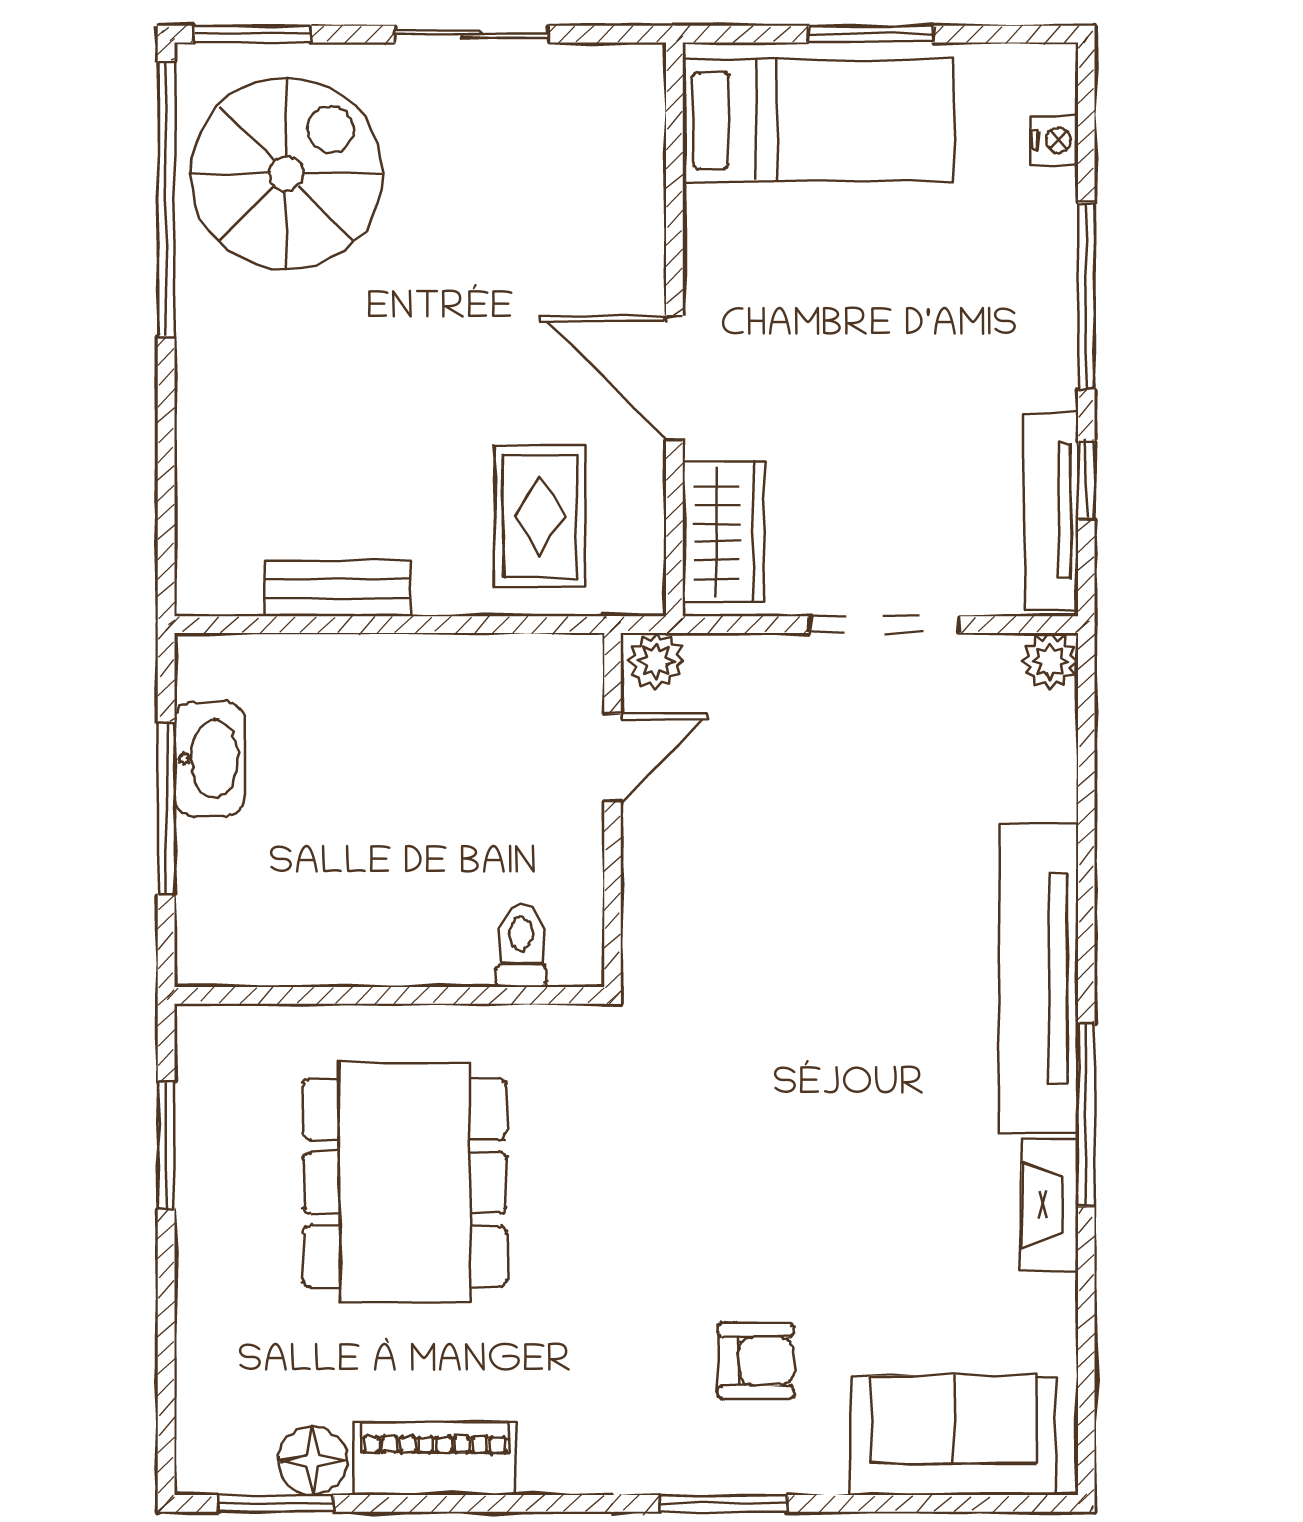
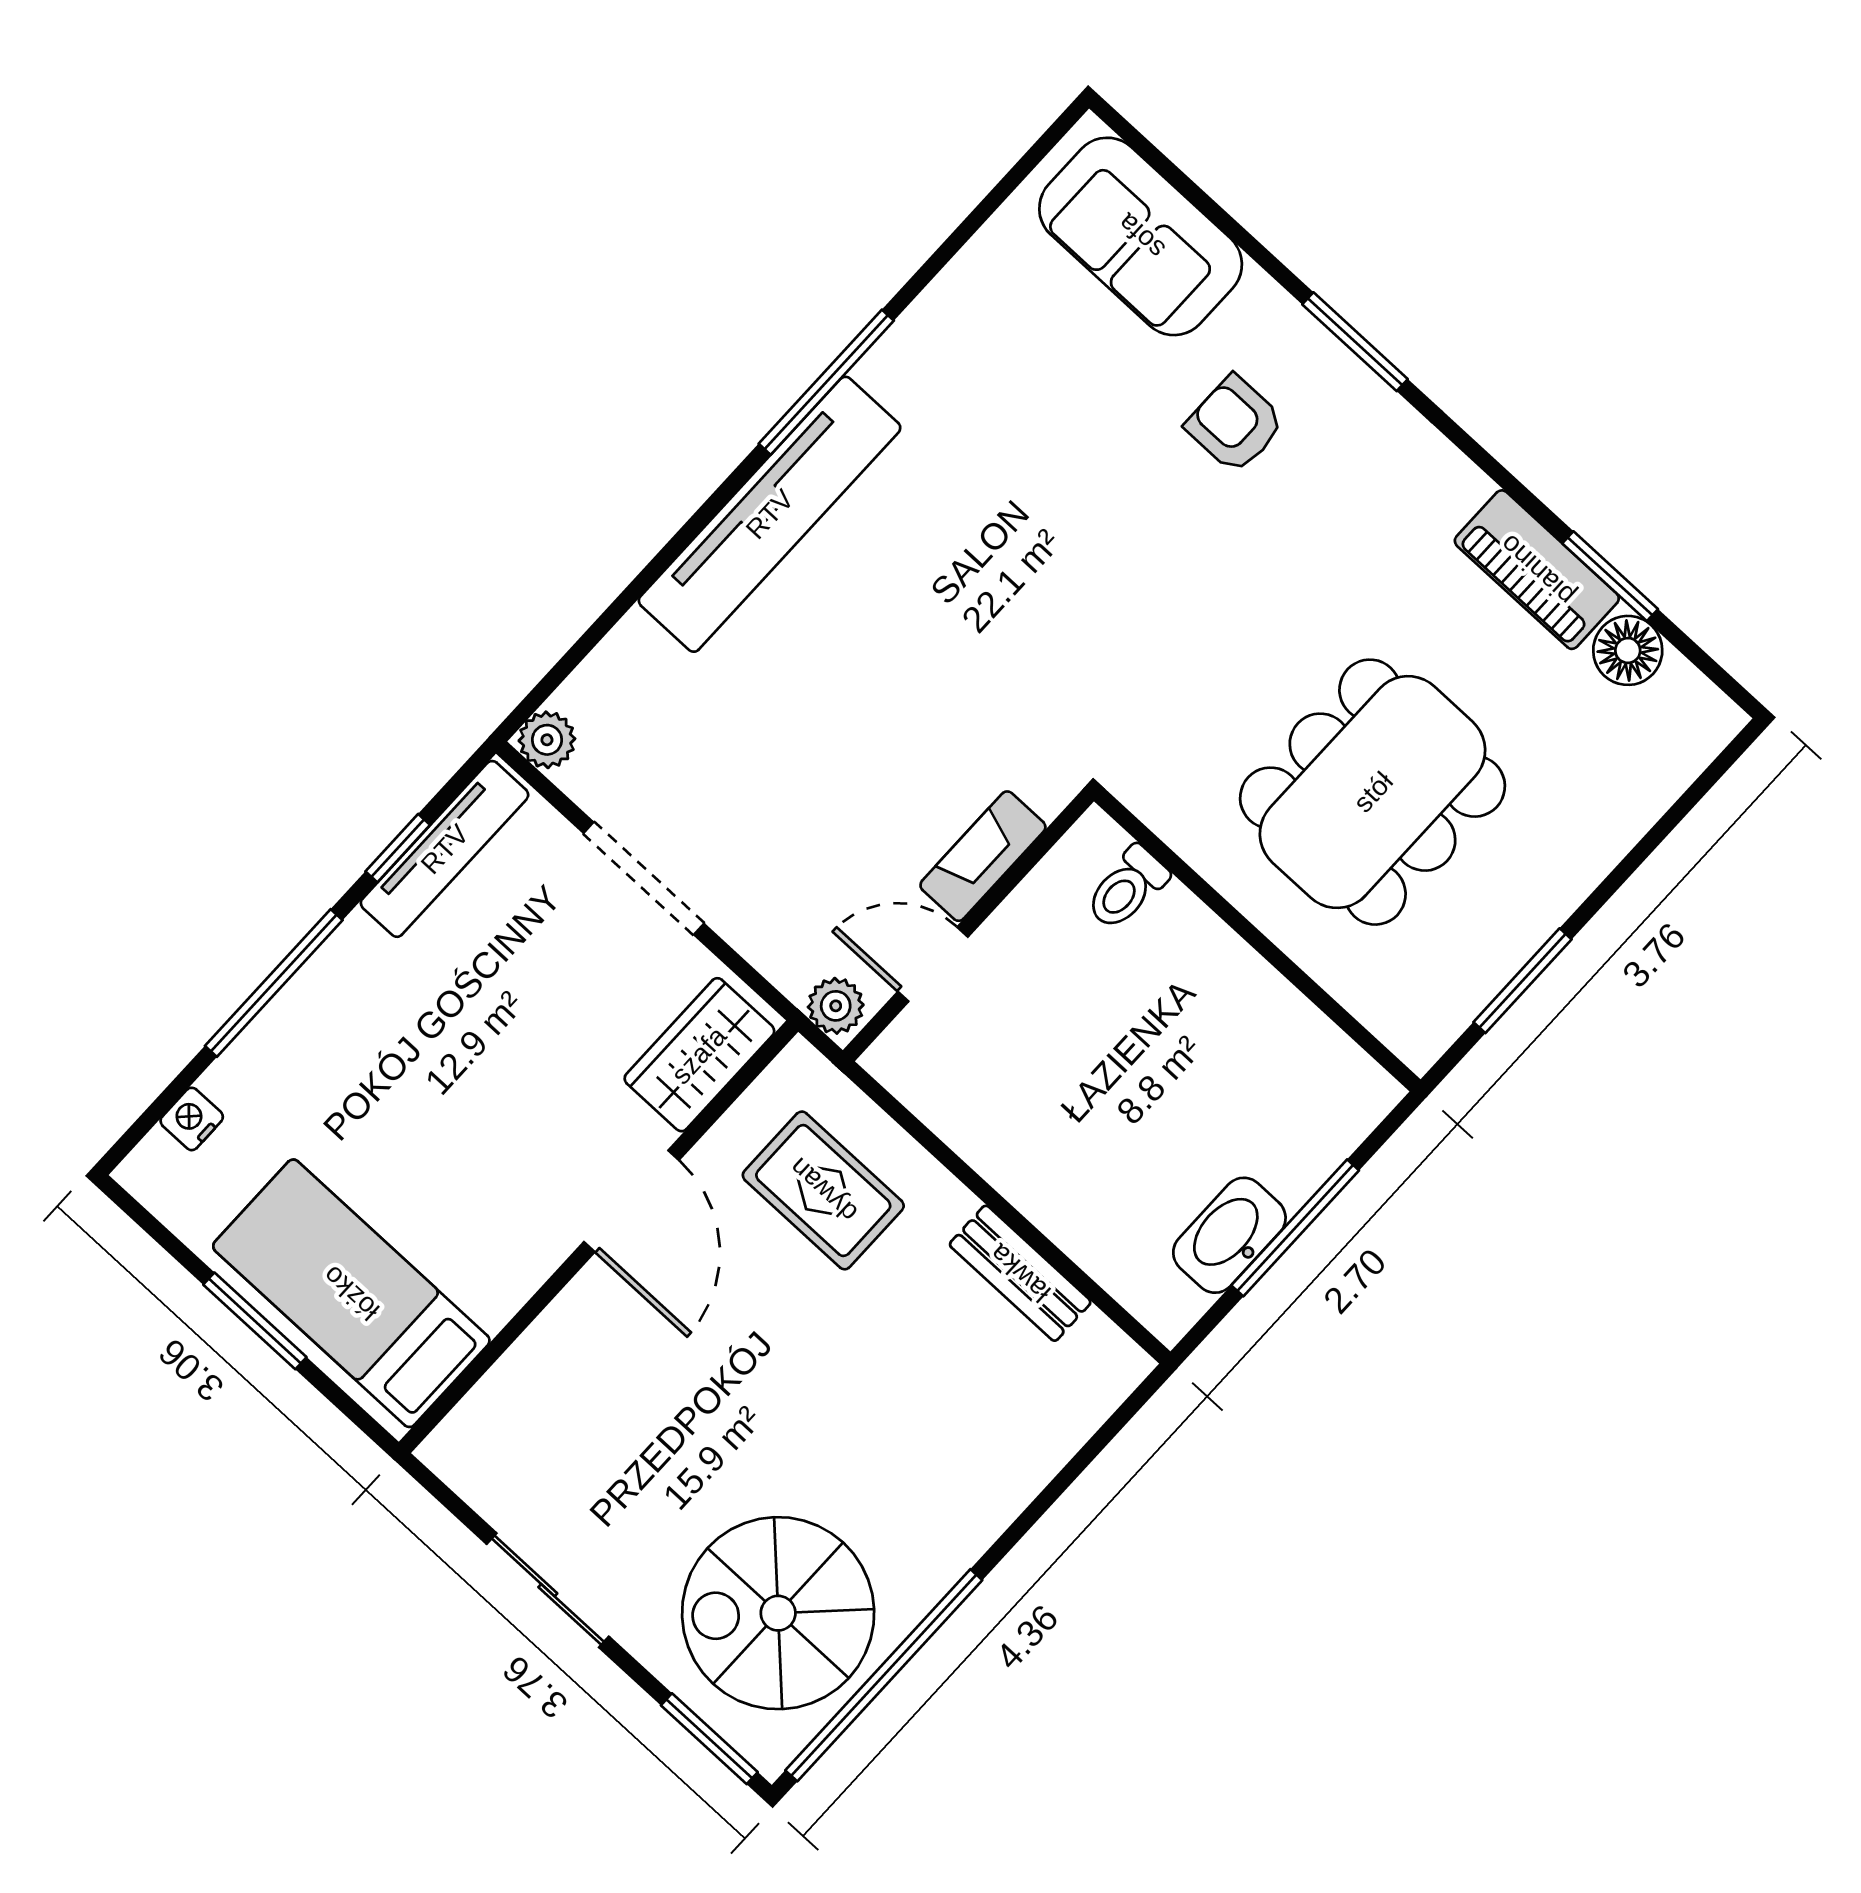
rug: (540, 516) -> (823, 1190), turned 90
fireplace: (1050, 1205) -> (983, 856), moved, turned 180
window: (276, 1503) -> (1610, 576), moved

